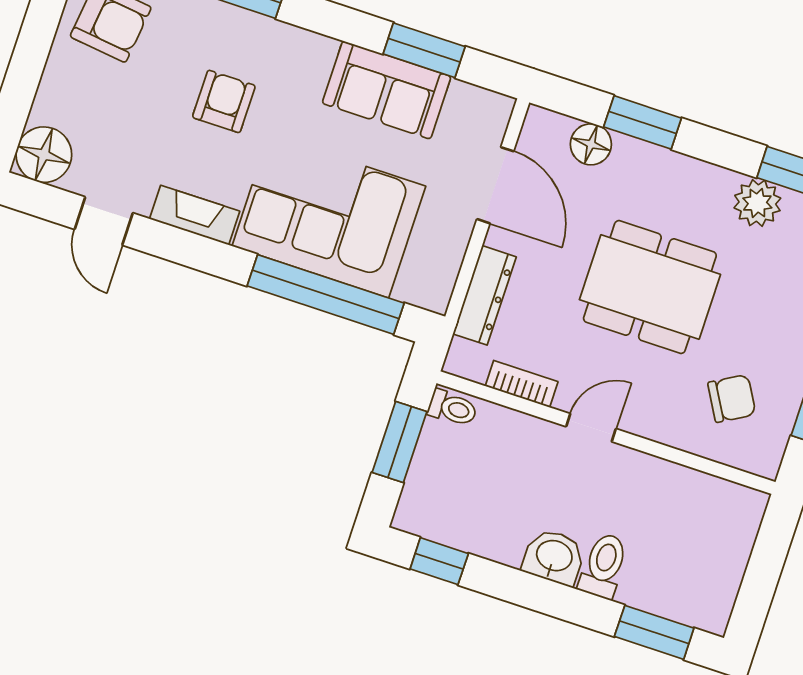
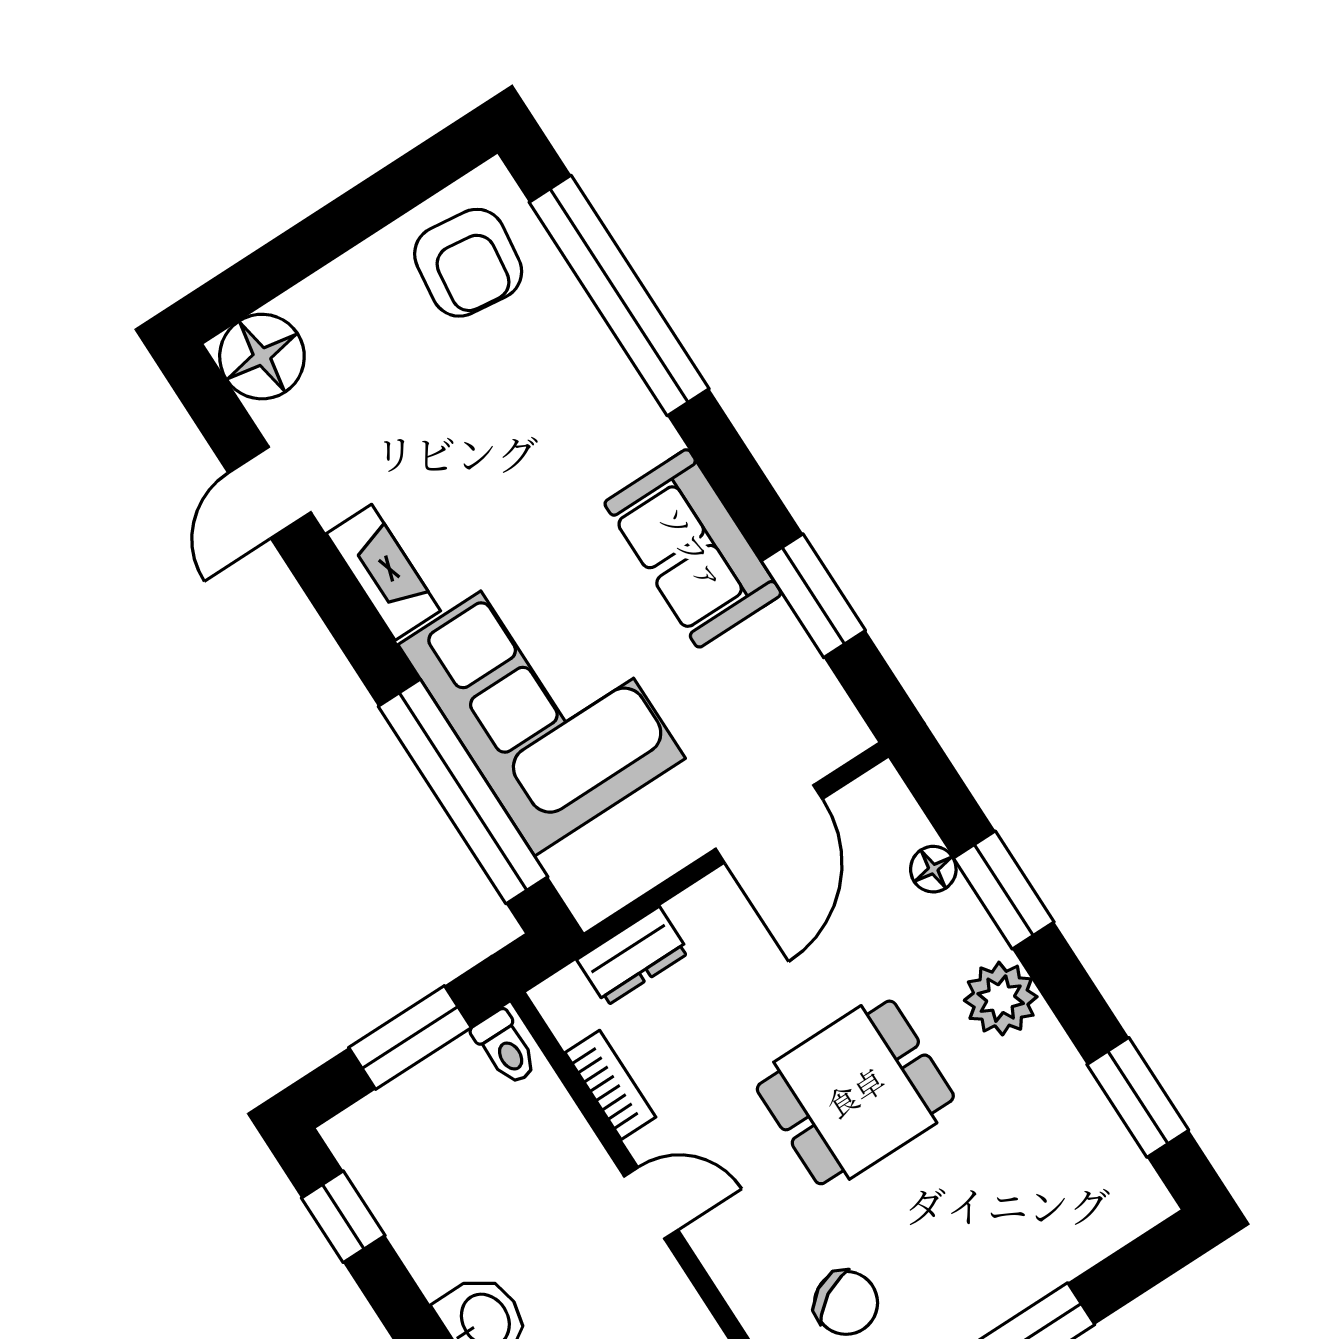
sofa: (387, 90) -> (693, 548), moved
armchair: (224, 101) -> (527, 465), removed
floor lamp: (591, 144) -> (933, 869), width x0.73, depth x0.73
plant: (757, 203) -> (1001, 999), moved
dining table: (650, 287) -> (855, 1092), width x0.73
dresser: (485, 295) -> (633, 956), width x0.70

